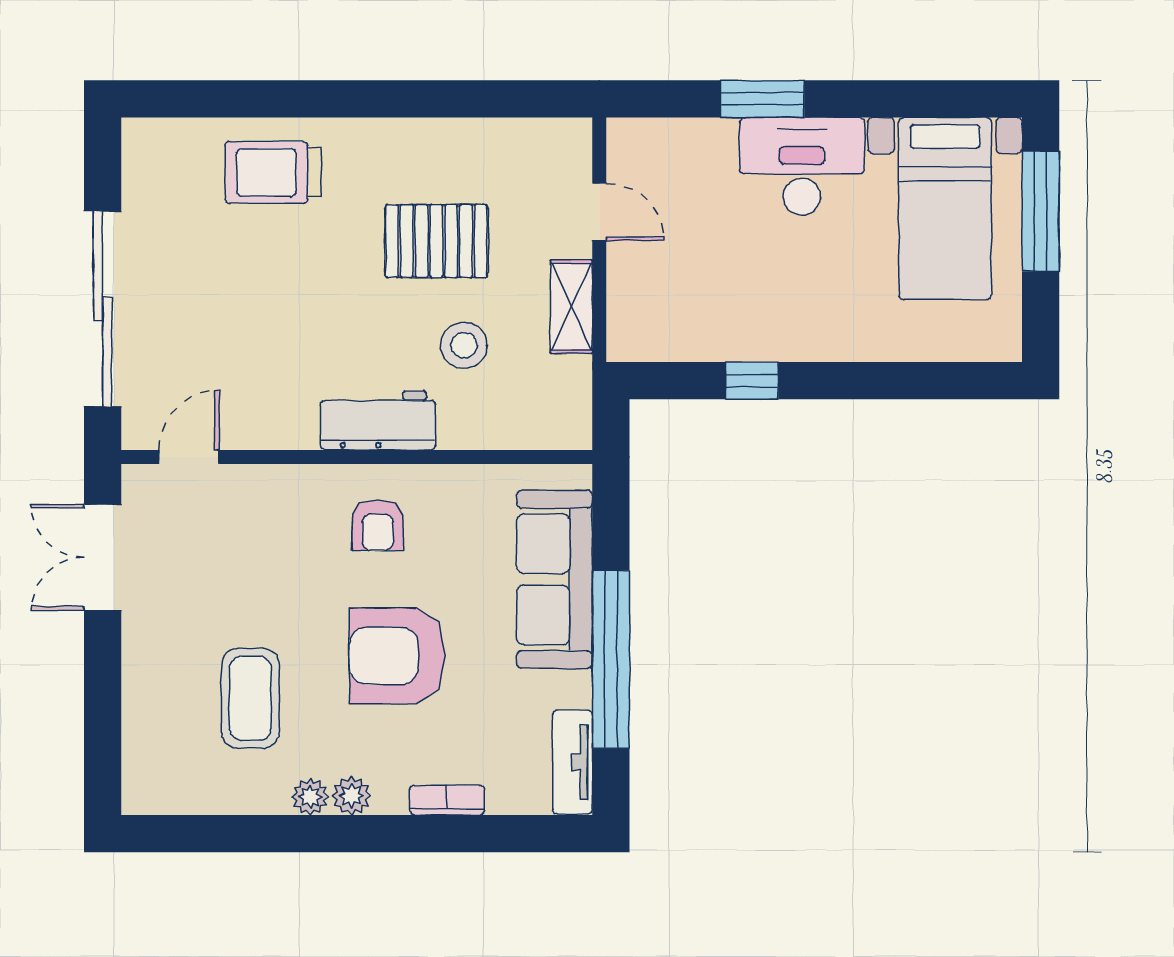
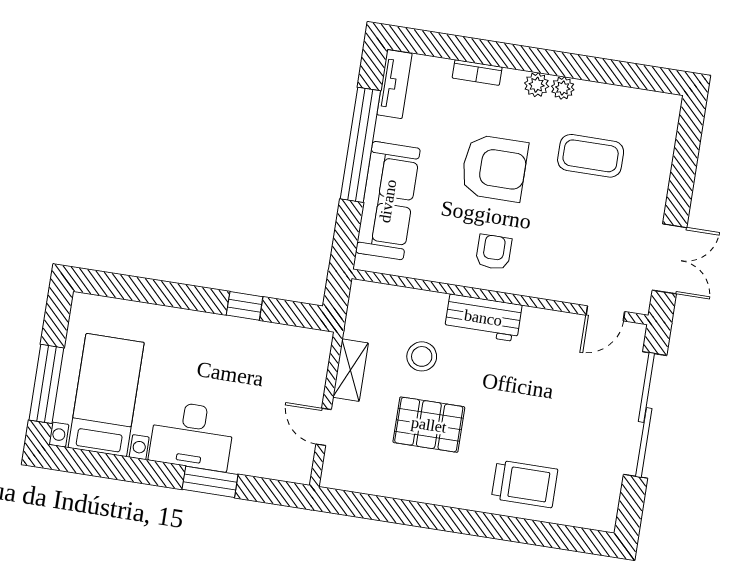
coffee table: (250, 698) -> (591, 156), turned 90

